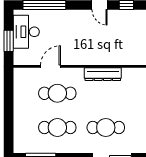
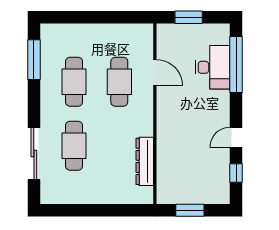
desk: (26, 32) -> (213, 67), moved, turned 90
dresser: (103, 74) -> (145, 161), moved

